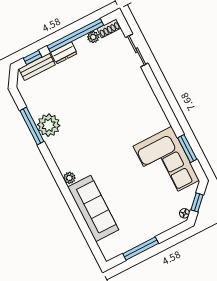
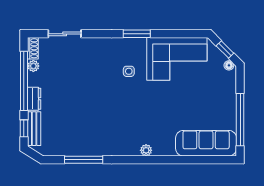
plant: (49, 125) -> (90, 145), removed
side table: (133, 126) -> (129, 71), added
window: (187, 149) -> (137, 34), moved
sofa: (93, 208) -> (206, 143), moved
window: (141, 249) -> (240, 120), width x1.46

